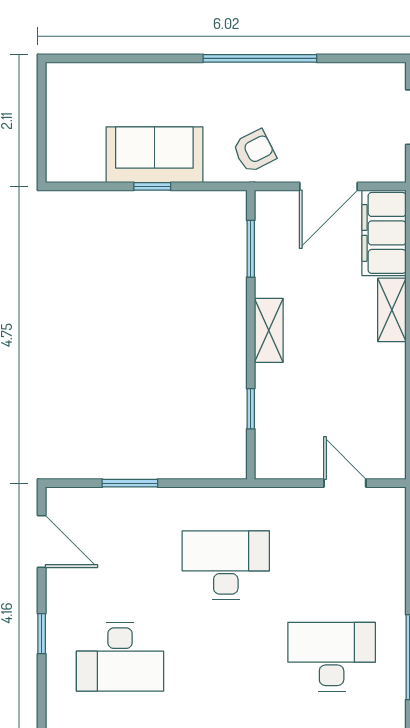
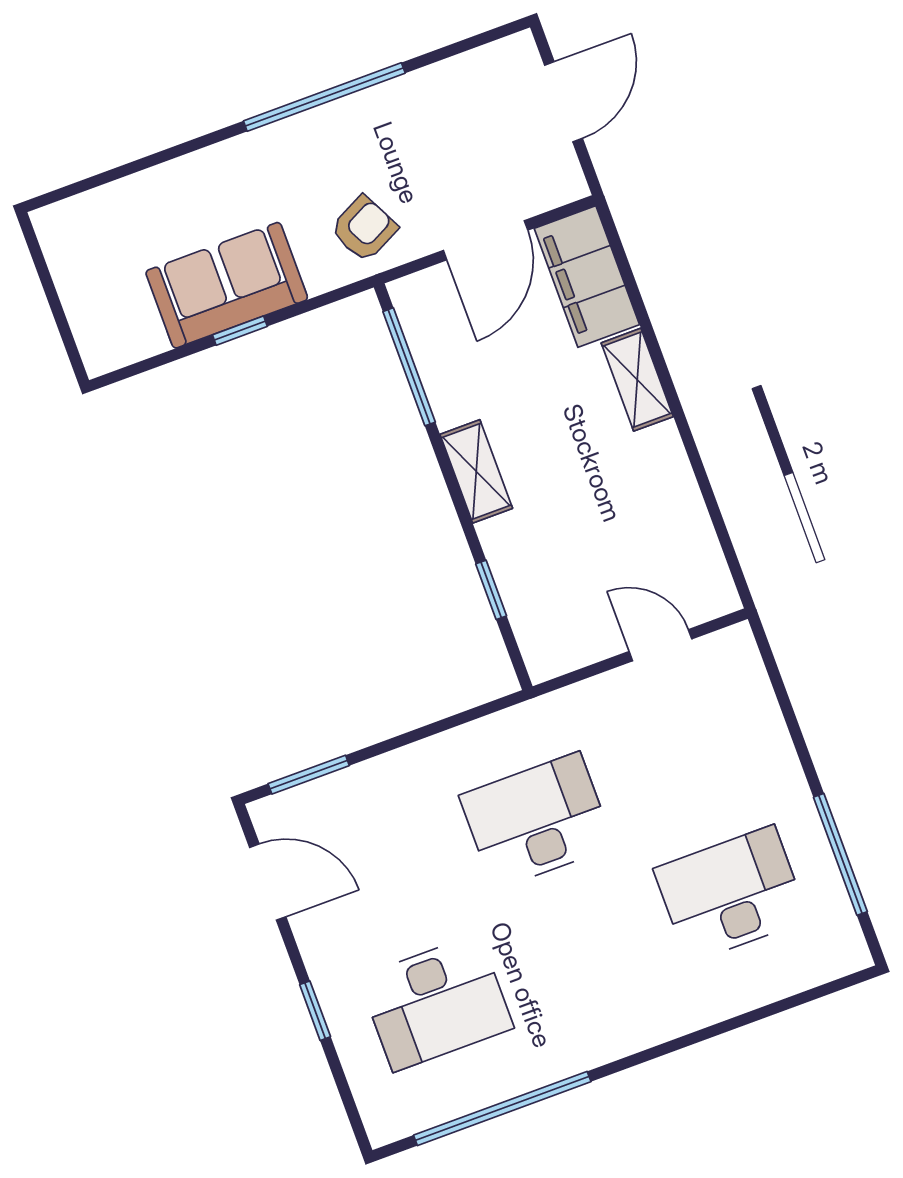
window: (251, 249) -> (409, 367), width x1.44
window: (130, 483) -> (309, 775), moved

